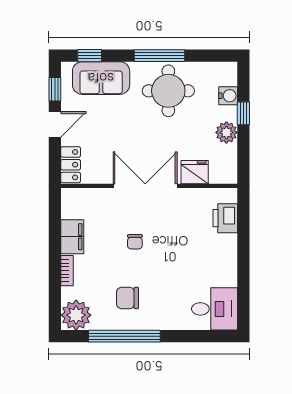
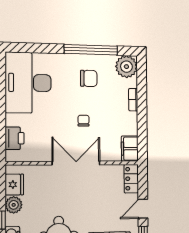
fridge: (195, 172) -> (14, 185), moved, turned -90
double door: (145, 186) -> (76, 163), swing flipped
filing cabinet: (72, 237) -> (130, 149), moved
desk: (214, 309) -> (28, 83), width x1.87, depth x1.30

